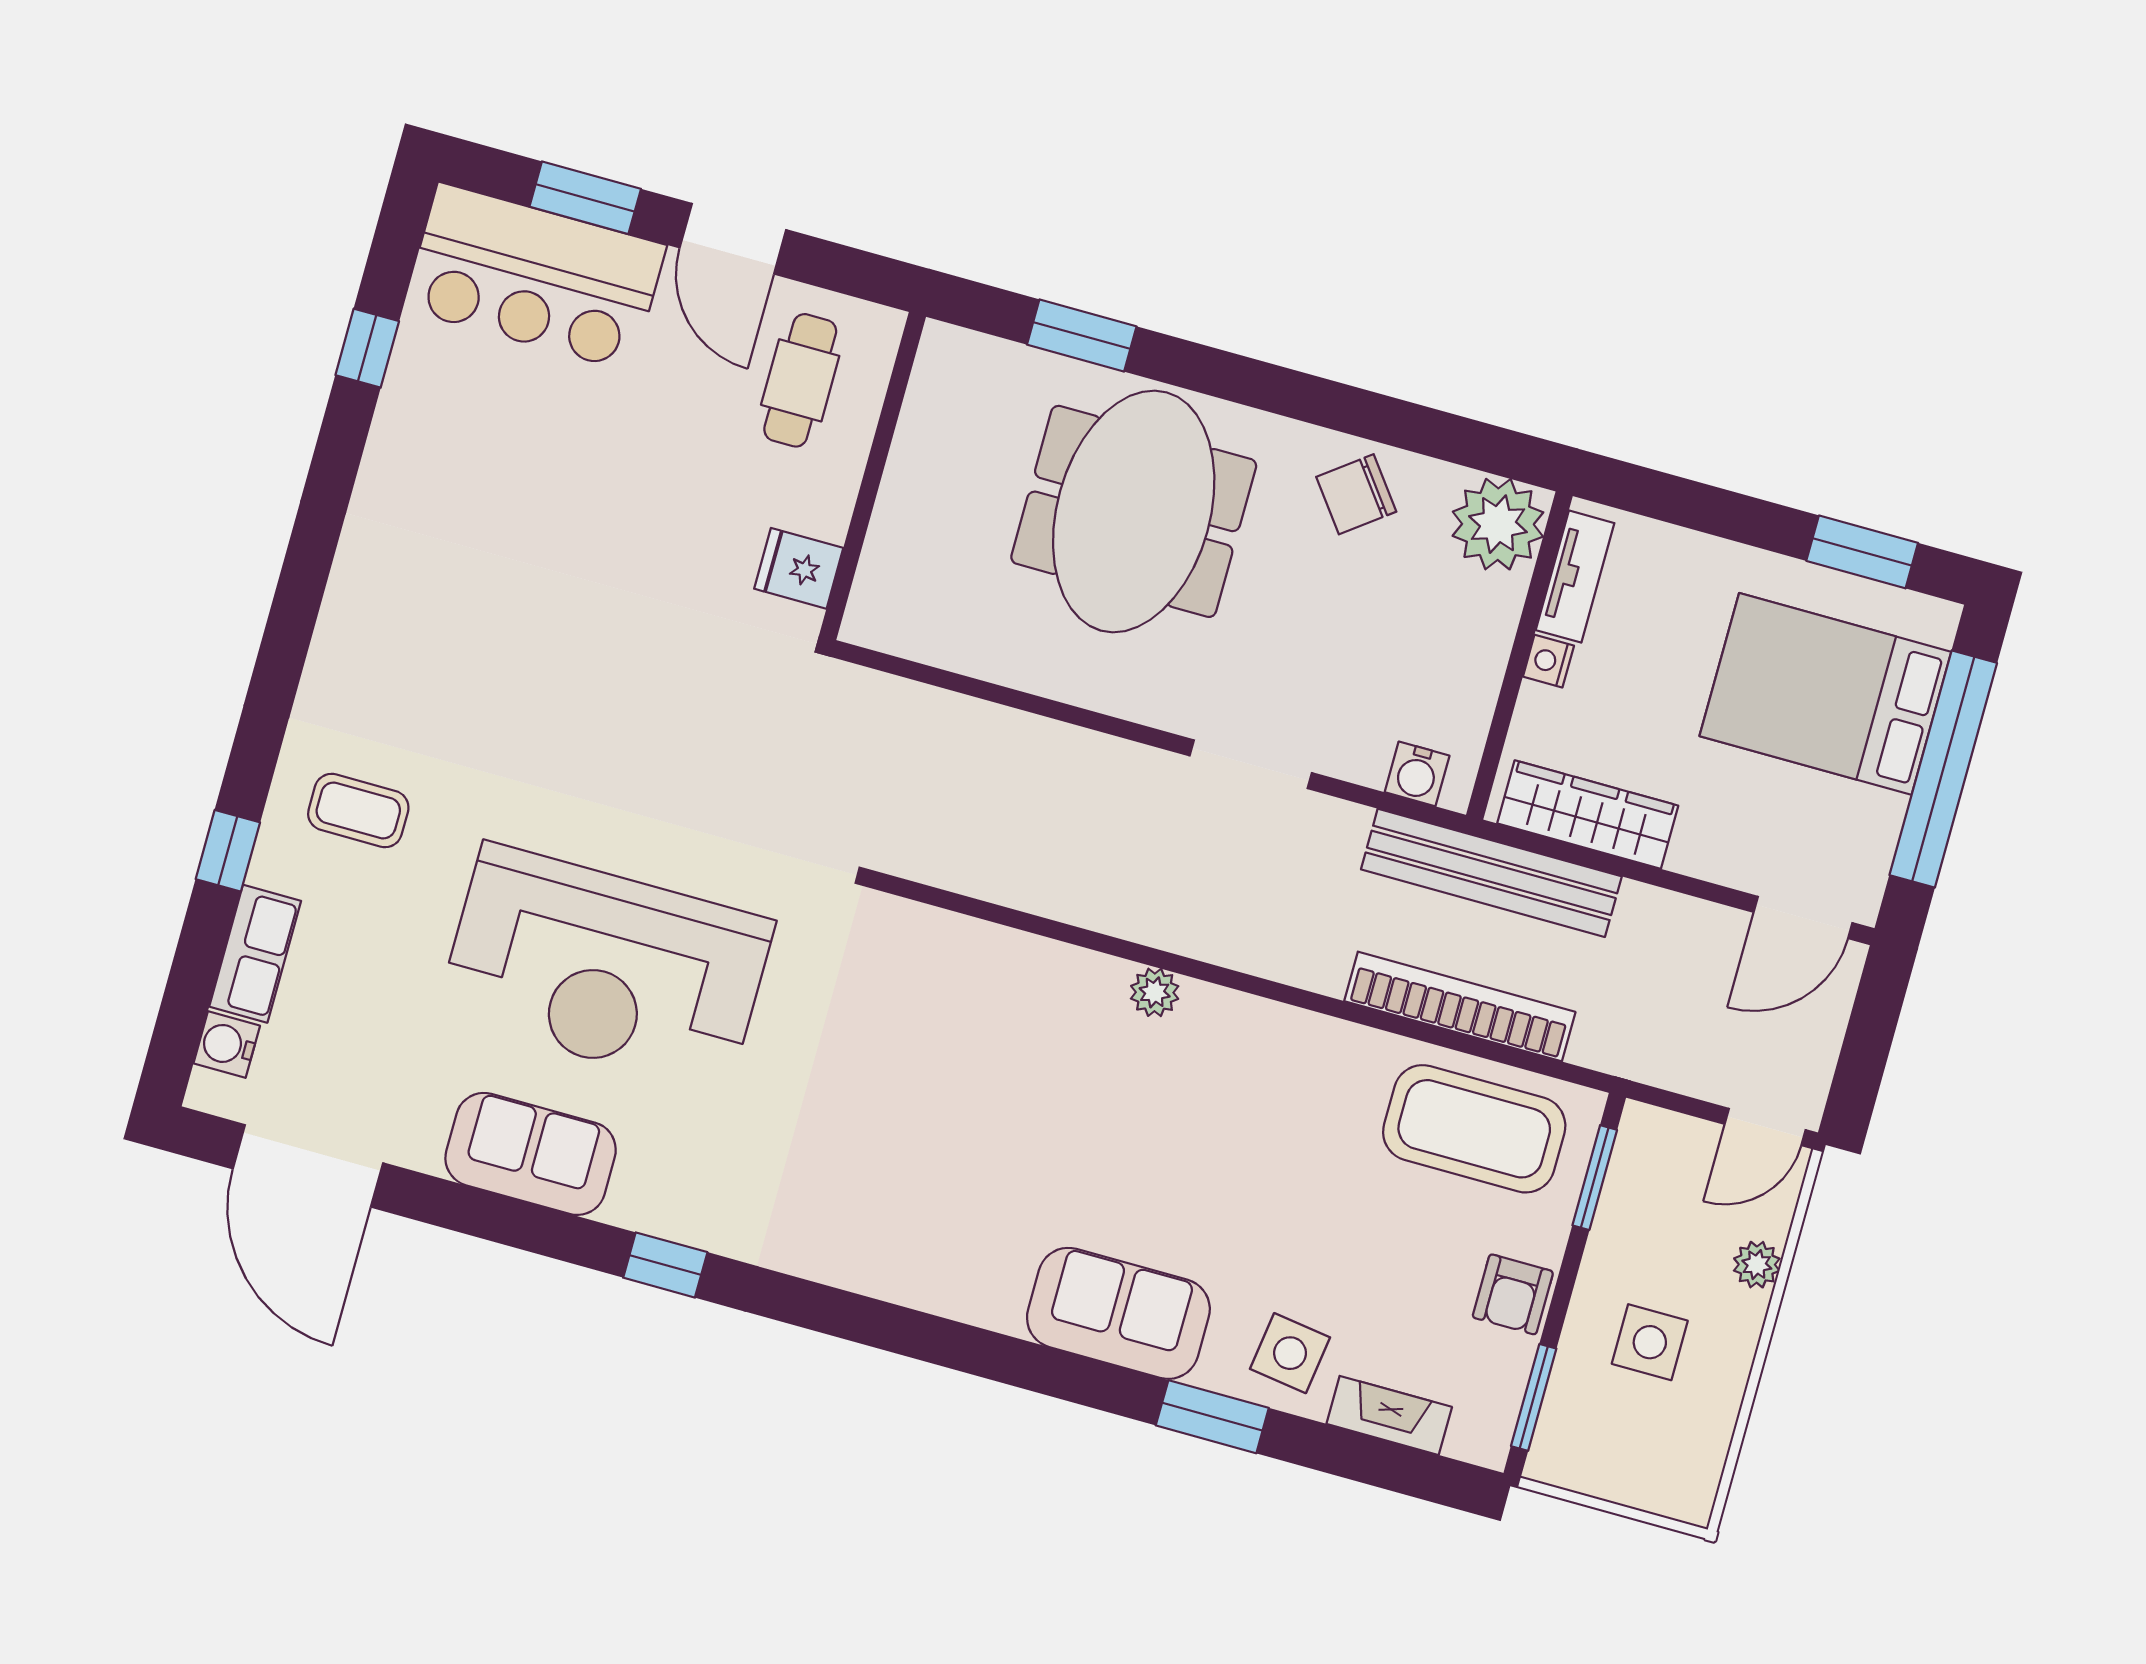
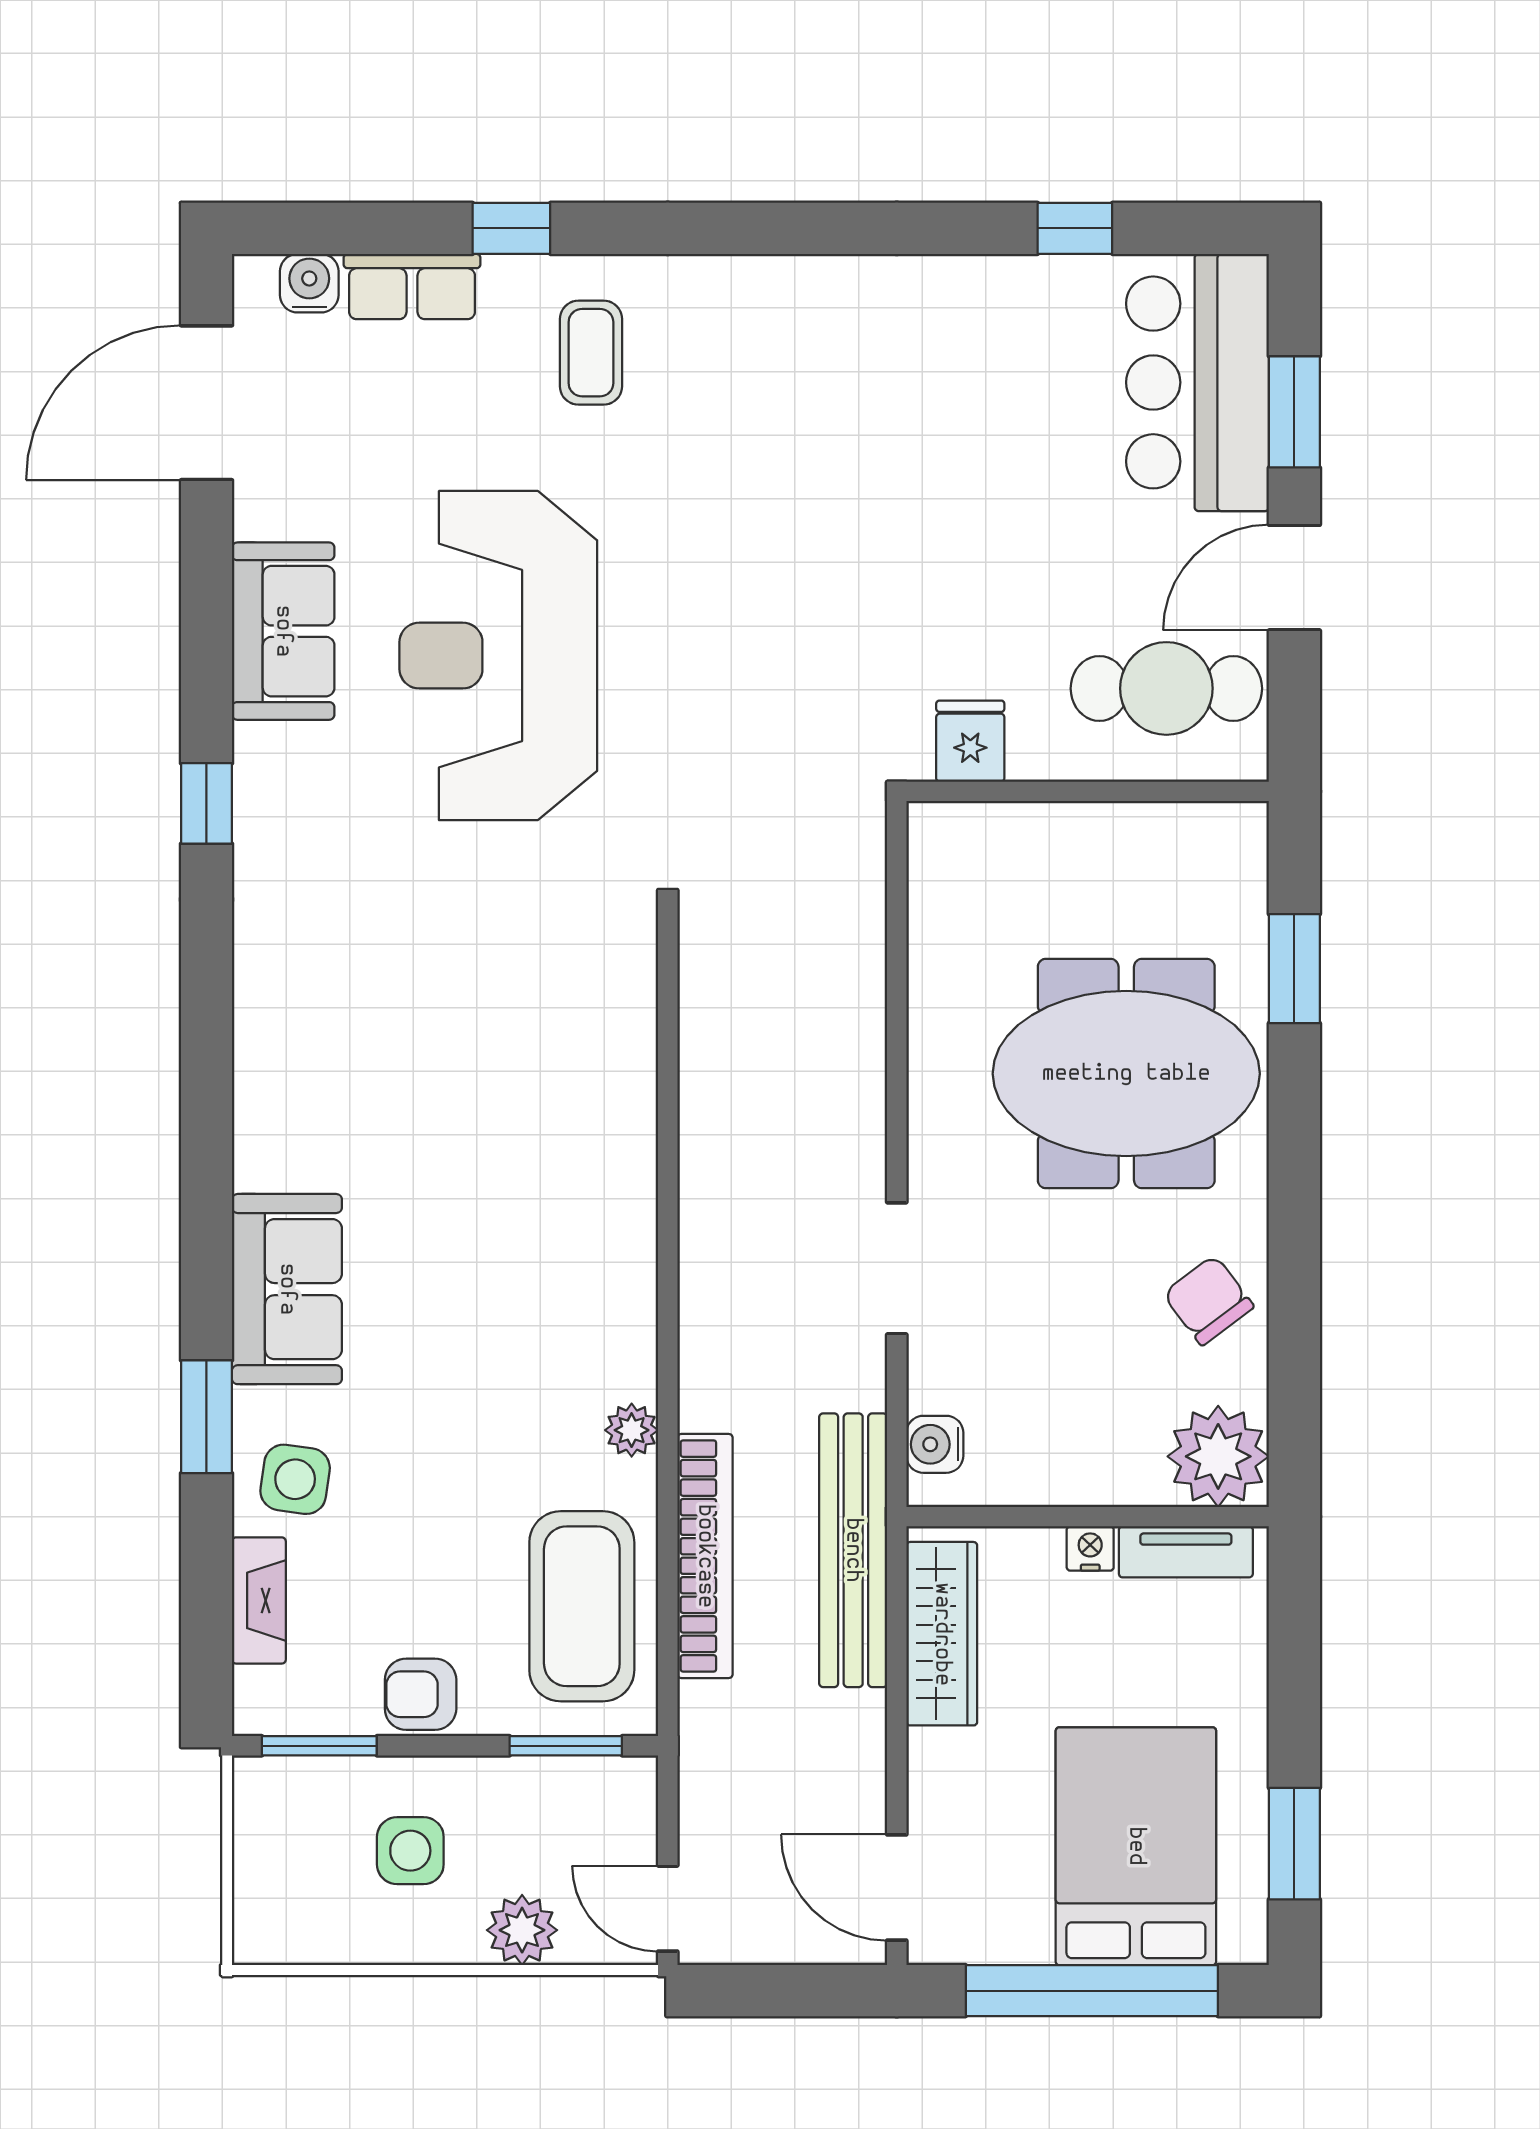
cafe table: (800, 380) -> (1166, 688), width x1.37, depth x1.35
plant: (1155, 992) -> (632, 1430), moved
plant: (1757, 1265) -> (522, 1930), width x1.38, depth x1.38

